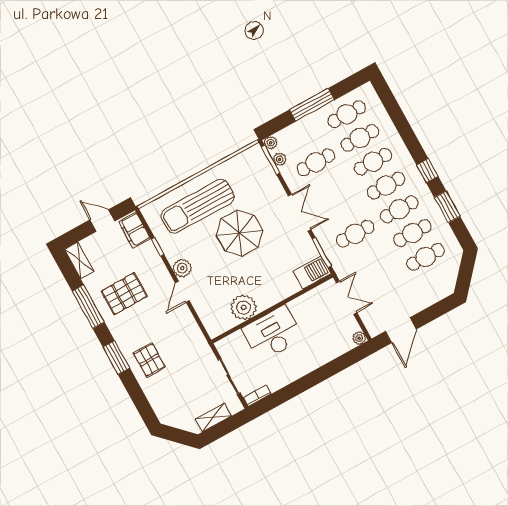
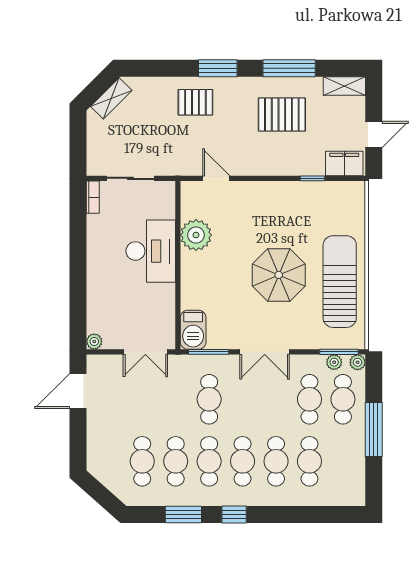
cafe table: (347, 114) -> (343, 399), moved
sun lounger: (198, 206) -> (340, 282), moved
plant: (182, 268) -> (275, 192), removed
door: (182, 292) -> (216, 178), moved
pallet: (124, 294) -> (282, 115), turned 90
door: (401, 330) -> (78, 391), hinge flipped
shelving: (213, 417) -> (111, 98), moved, turned 45

